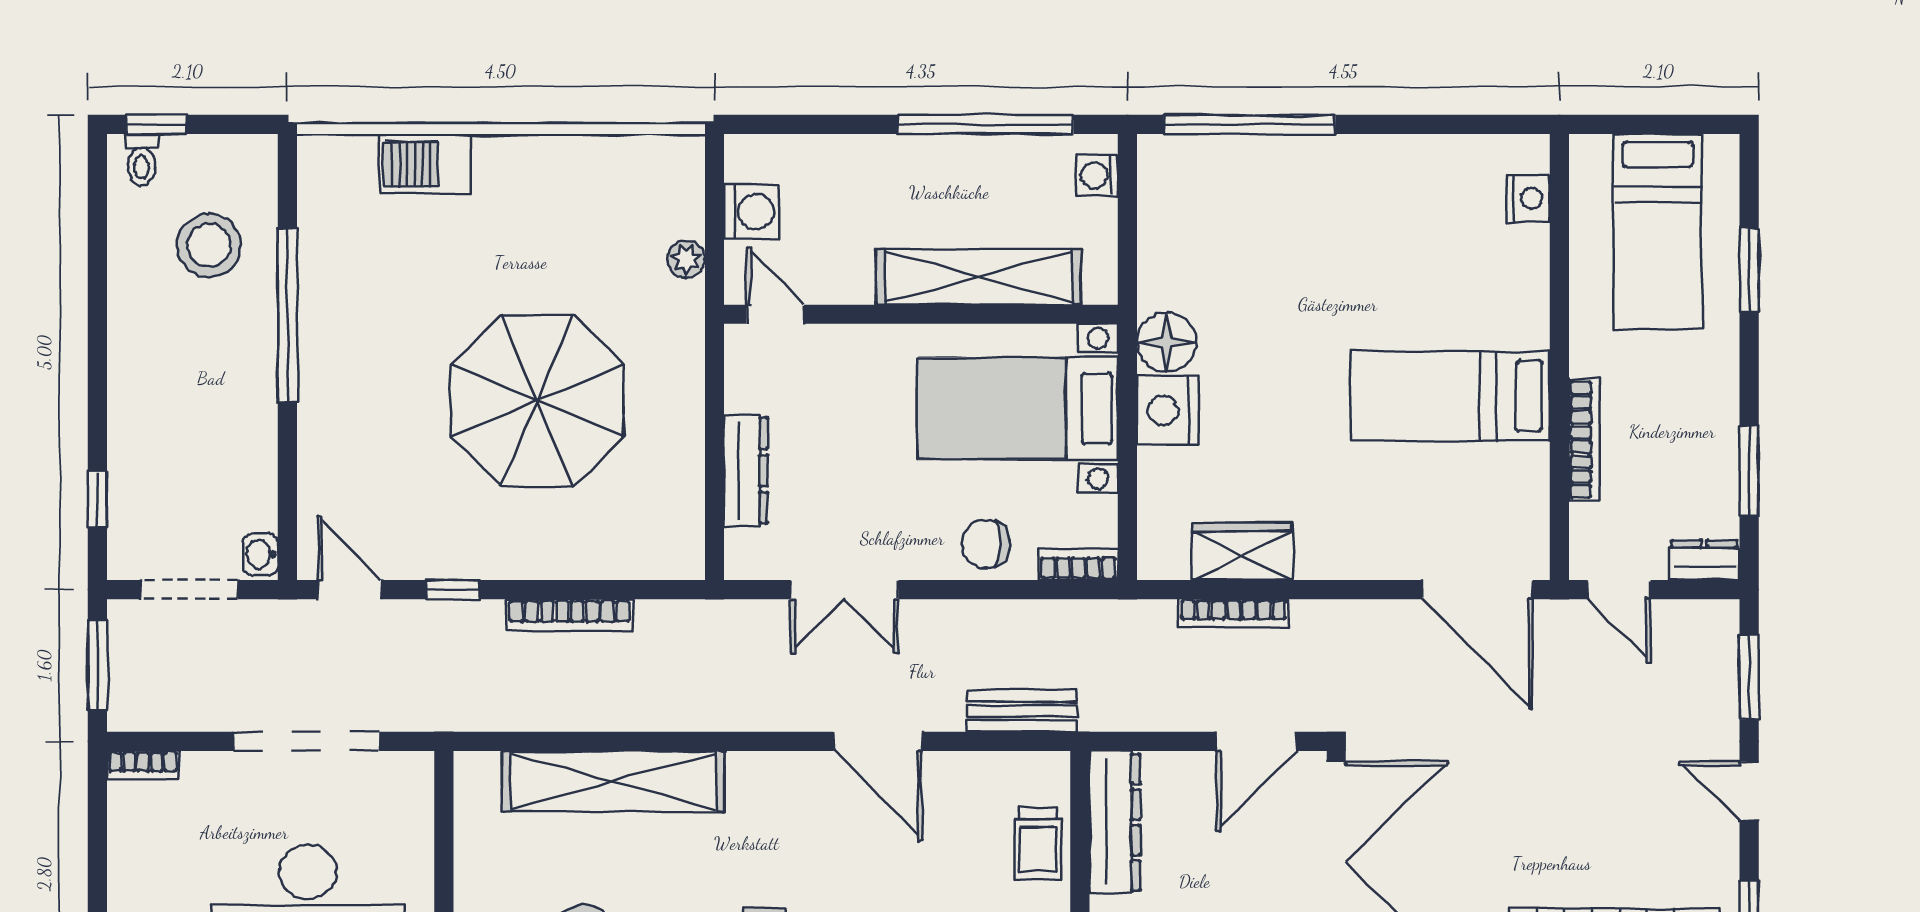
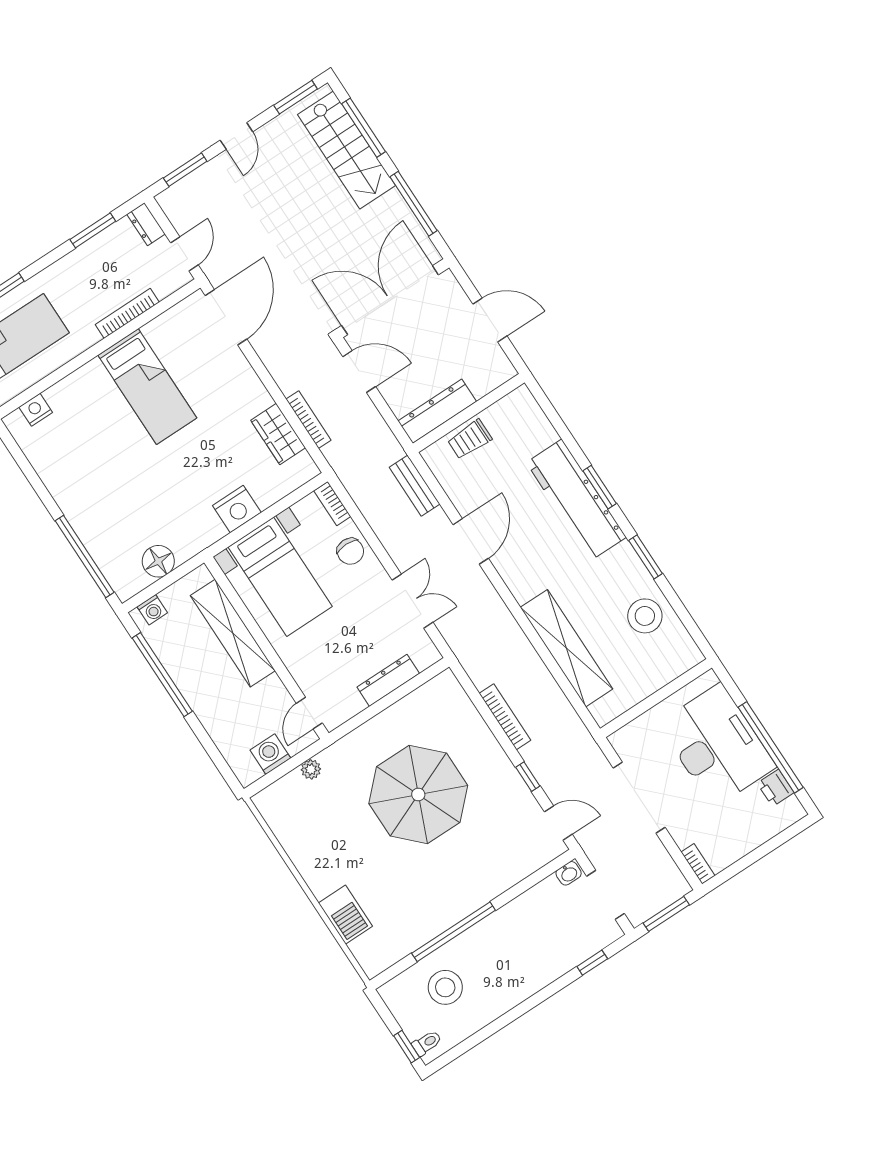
floor lamp: (1167, 342) -> (158, 561), moved
door: (350, 590) -> (558, 823), swing flipped
trolley: (1038, 844) -> (470, 439), turned 180

